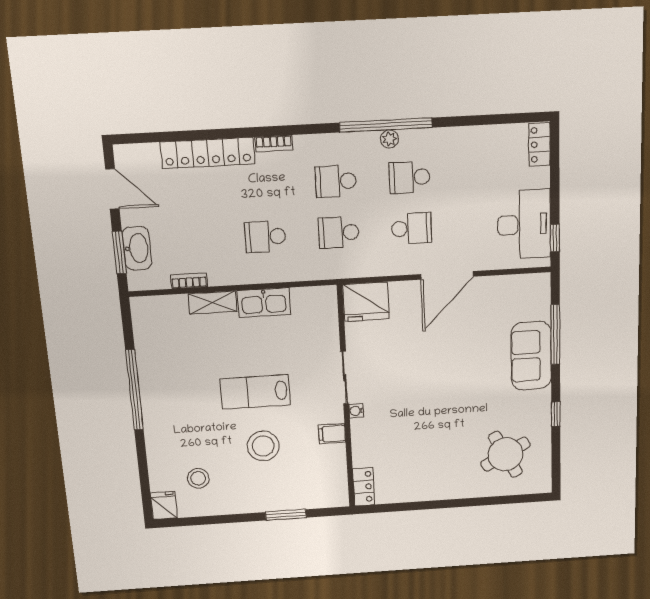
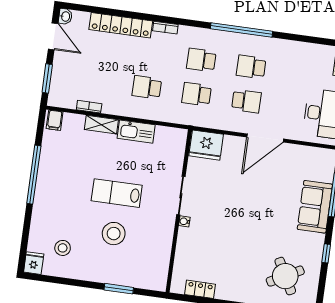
plant: (389, 139) -> (242, 39), removed
washbasin: (137, 248) -> (65, 16), moved, width x0.52, depth x0.69
filing cabinet: (332, 434) -> (55, 120), moved, turned -90
locker: (364, 487) -> (200, 289), moved, turned -90

